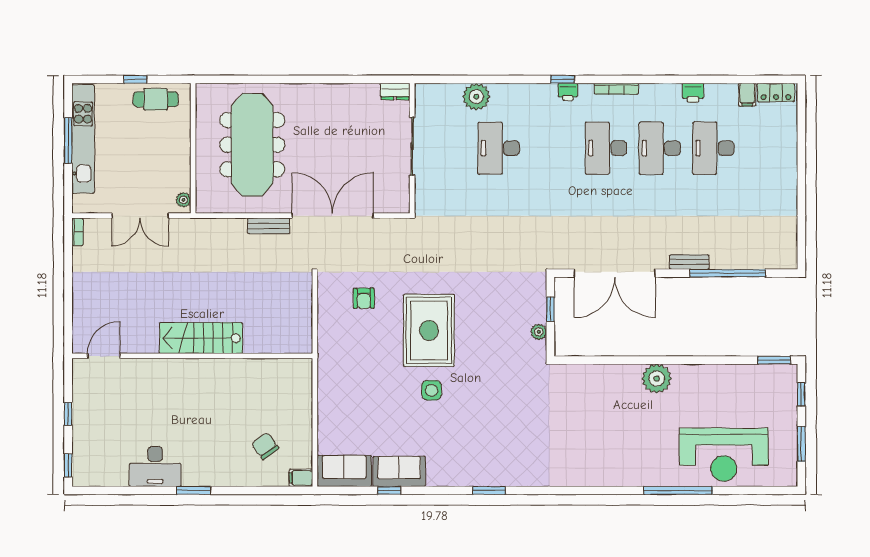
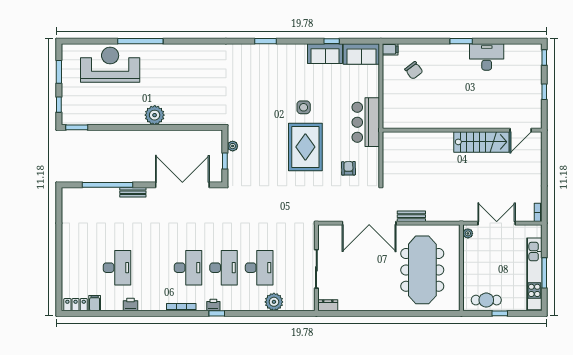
desk: (660, 148) -> (224, 268), moved
stairs: (201, 338) -> (481, 142), moved
bar counter: (338, 368) -> (366, 122), added

